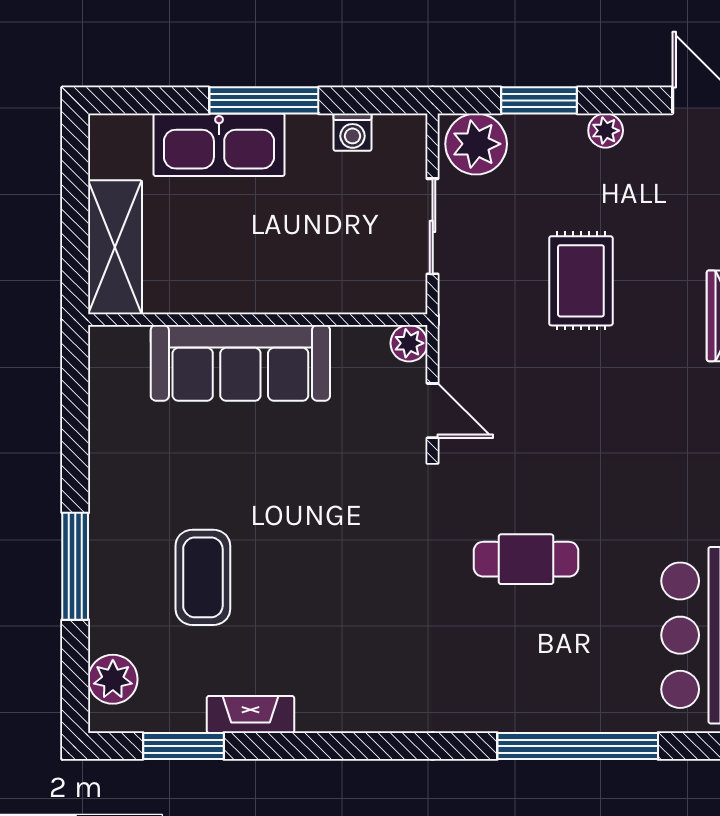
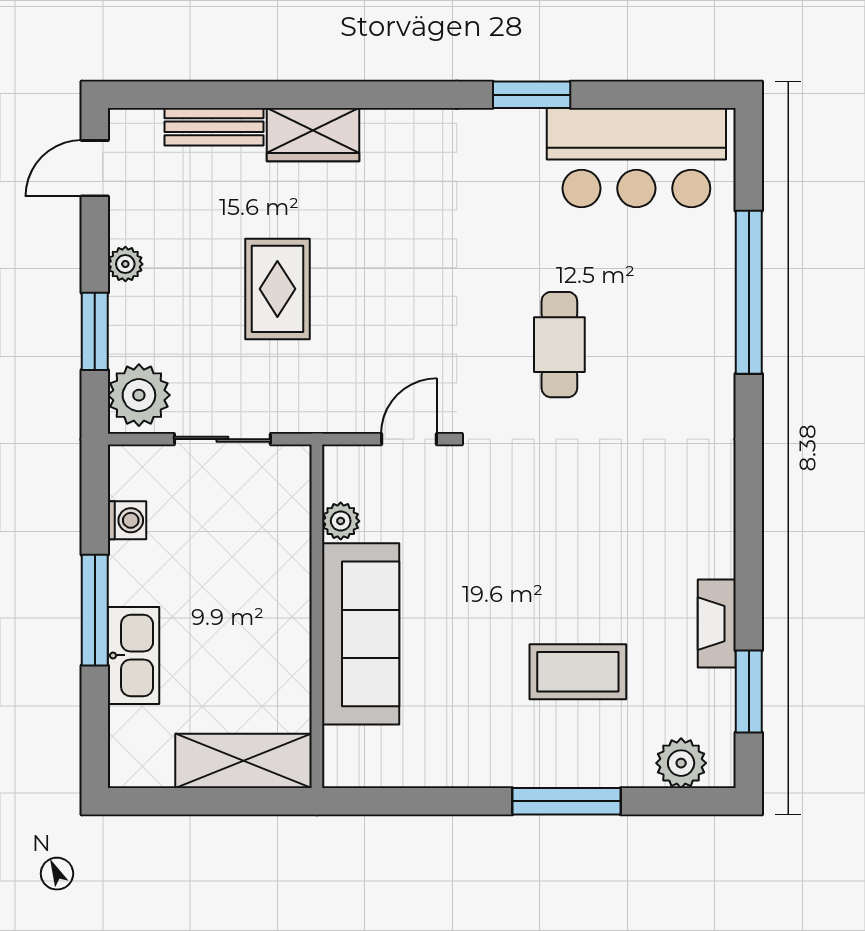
kitchen sink: (219, 145) -> (133, 655), width x0.73, depth x0.81
rug: (581, 281) -> (277, 289), turned 90
plant: (409, 343) -> (341, 521), moved

